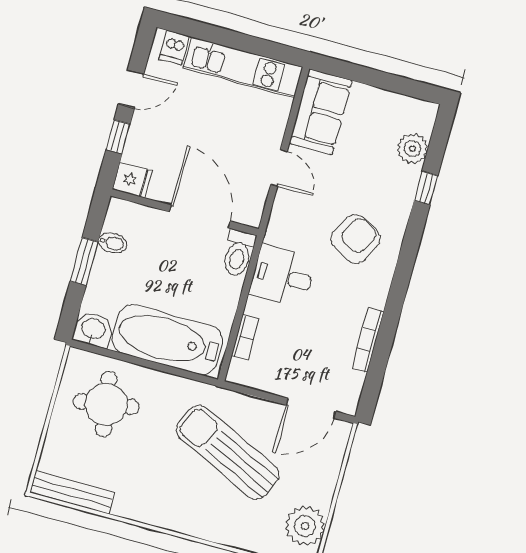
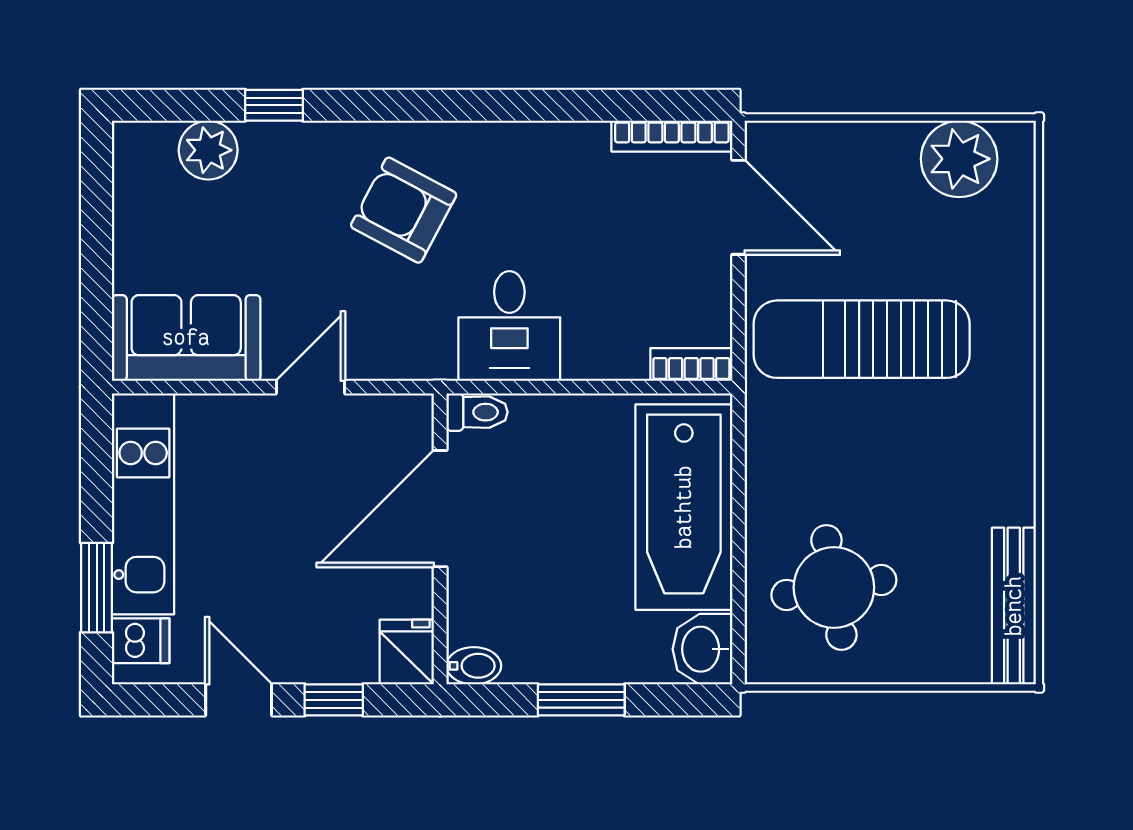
window: (207, 32) -> (97, 588), added
bidet: (112, 243) -> (474, 666), moved, turned 90
toilet: (238, 253) -> (477, 412), width x0.73, depth x0.72
bookcase: (245, 337) -> (691, 365), moved
bookcase: (368, 340) -> (672, 136), moved
sun lounger: (228, 452) -> (862, 339), turned 65

